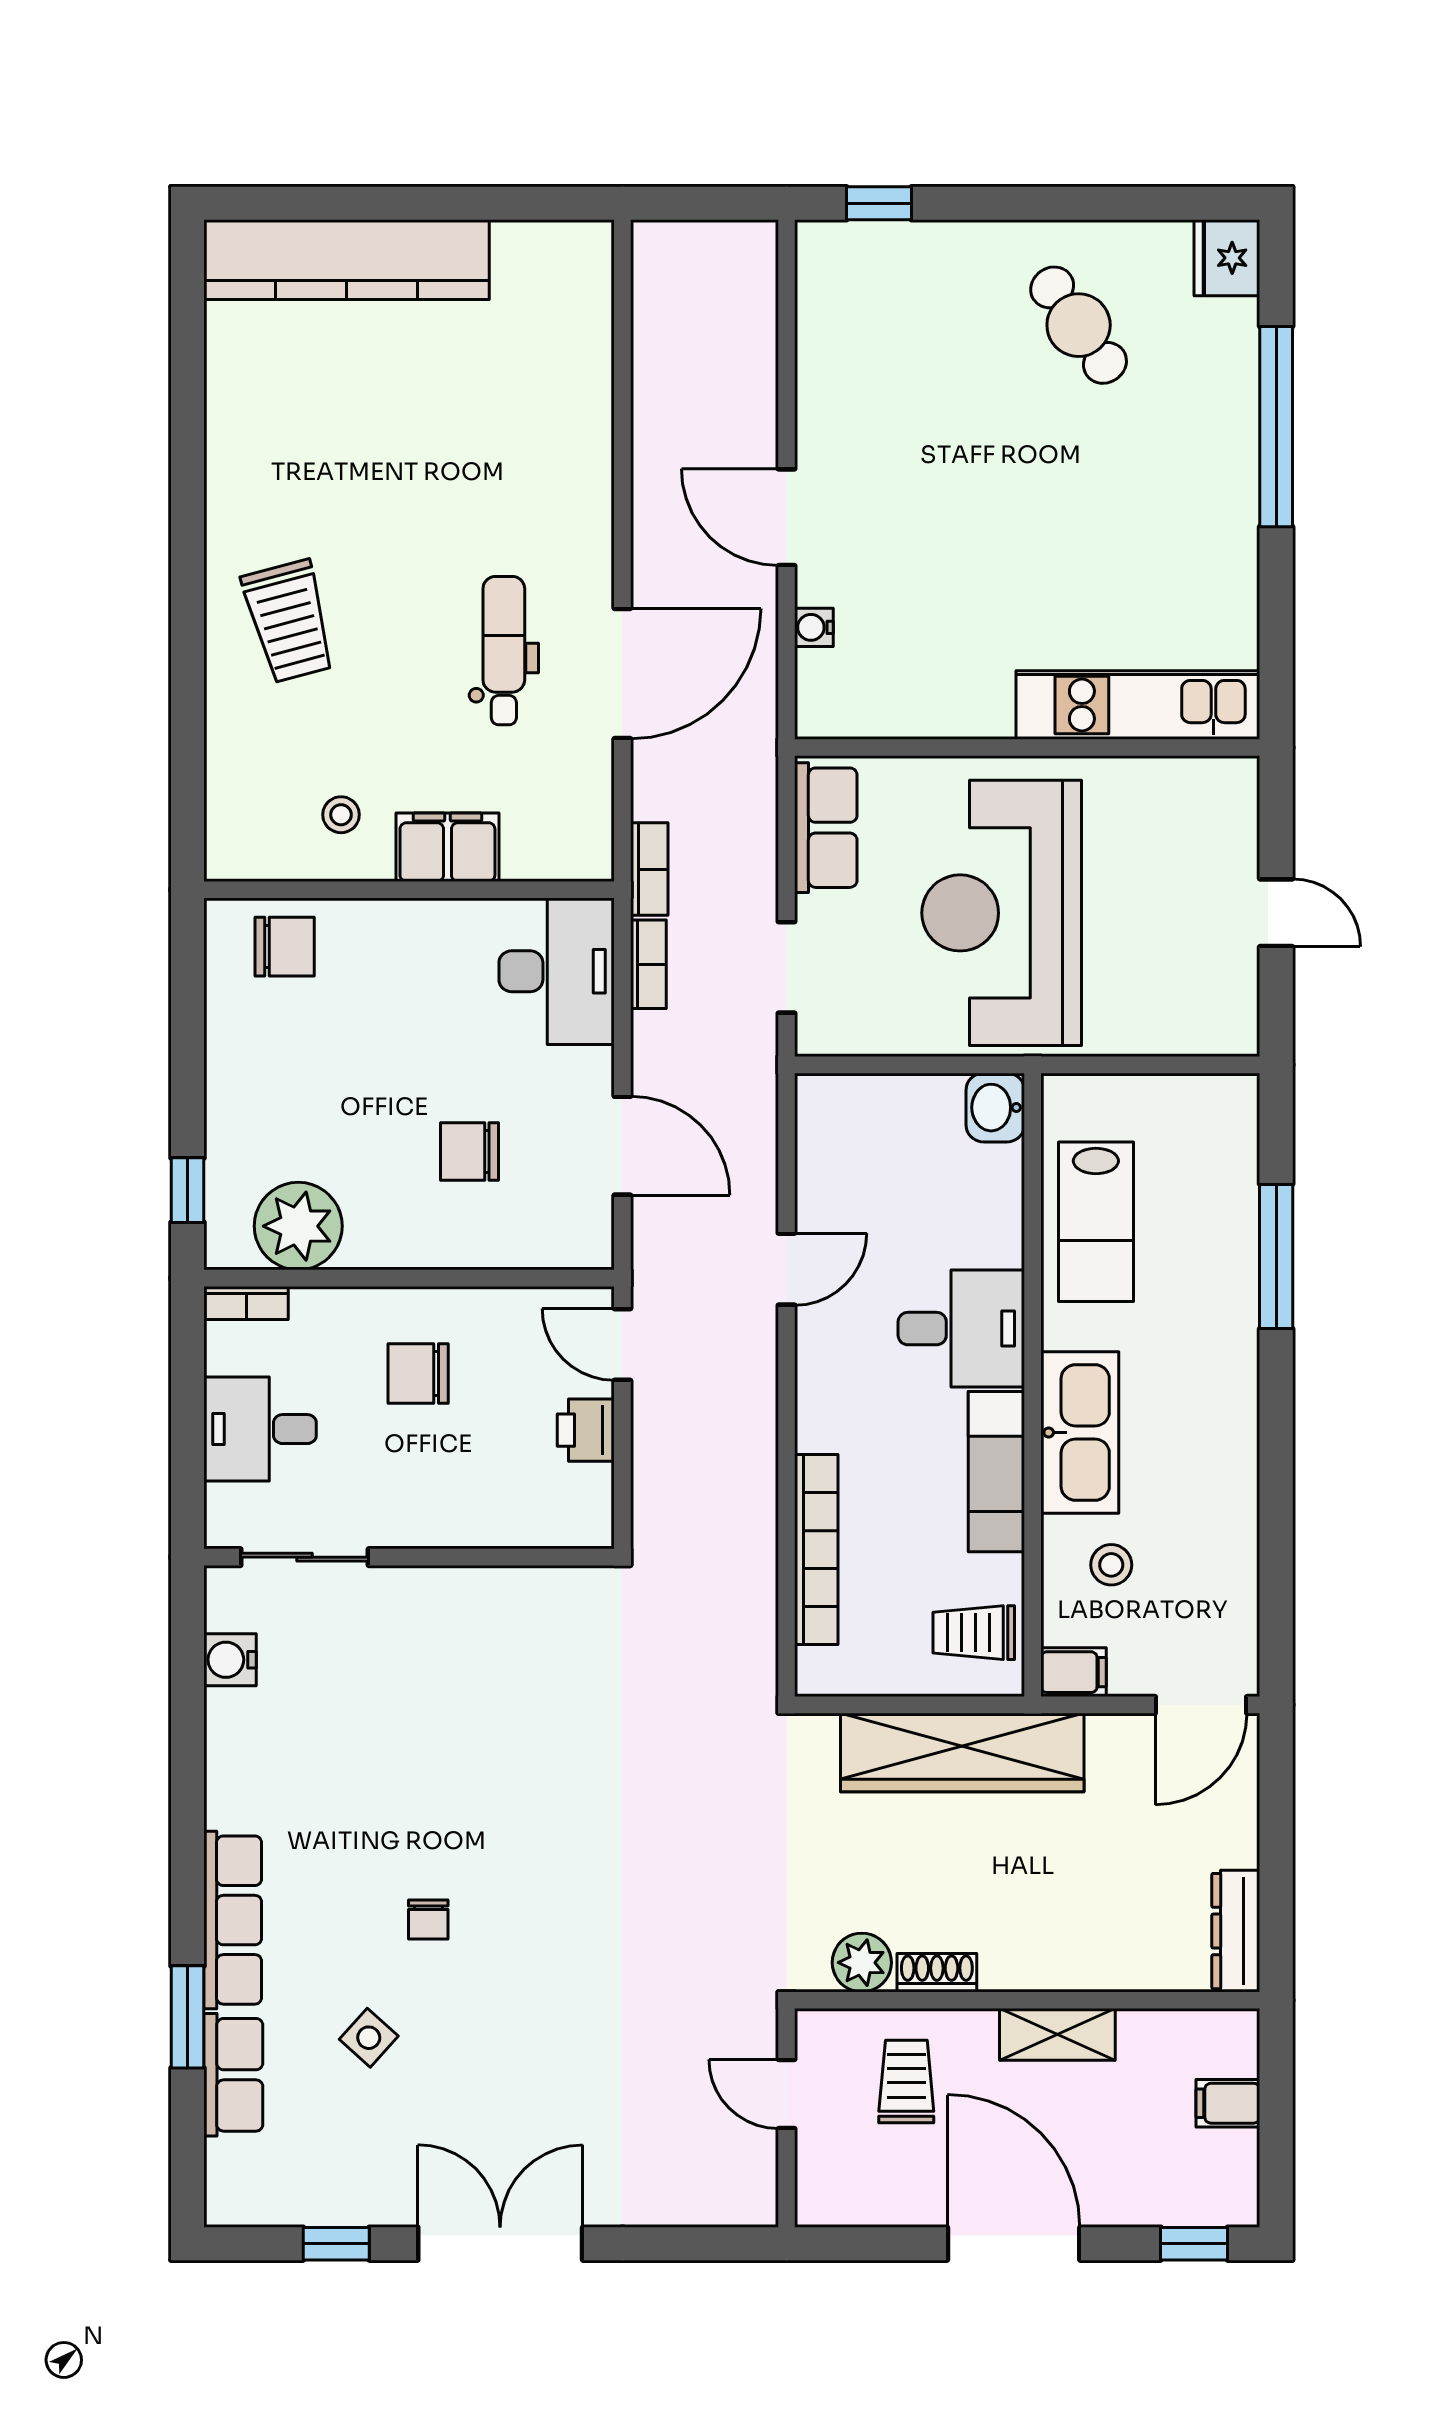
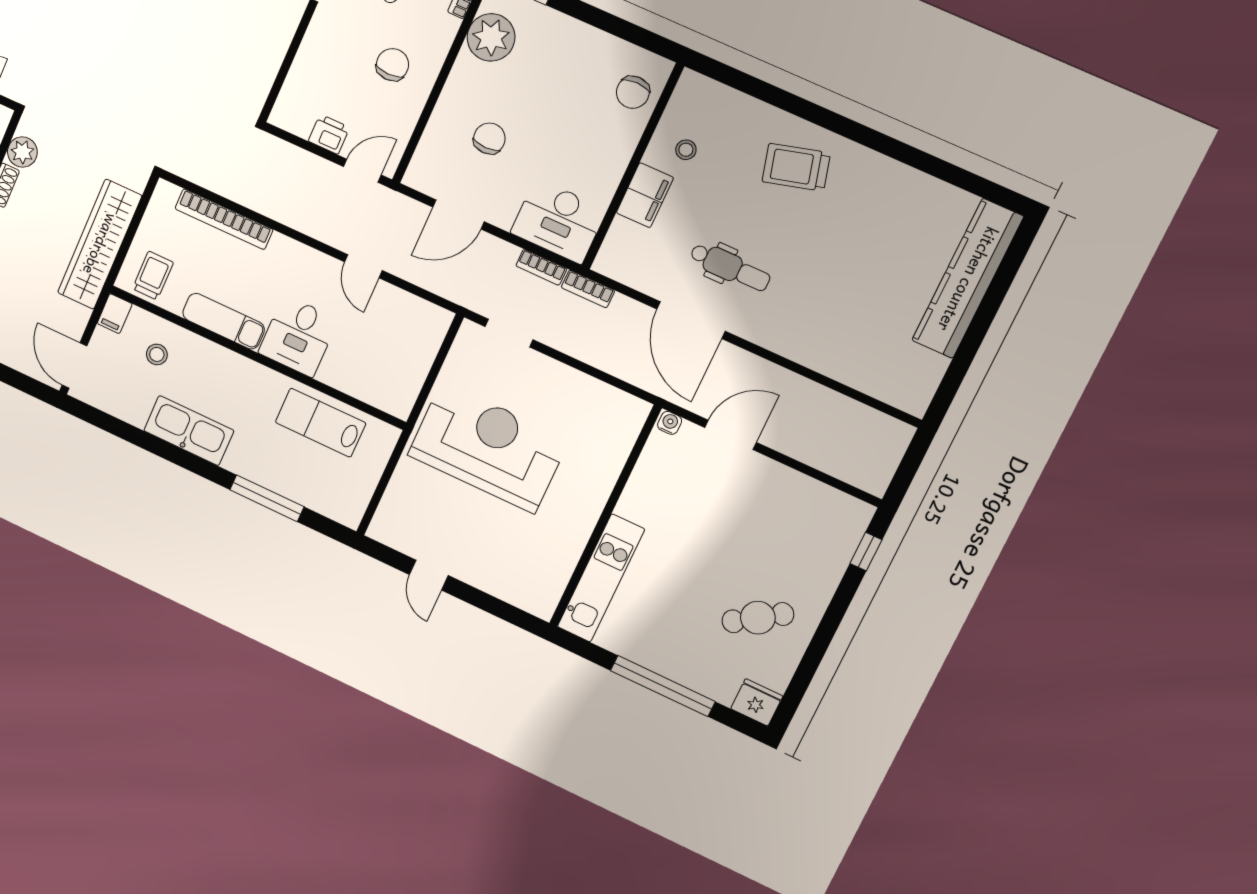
kitchen unit: (1138, 705) -> (601, 578), moved
wall: (1027, 748) -> (605, 517), moved
row of seats: (826, 828) -> (568, 383), removed
door: (1276, 913) -> (429, 575), hinge flipped
washbasin: (995, 1108) -> (396, 401), removed
kitchen sink: (1080, 1433) -> (189, 431), moved, turned 180

